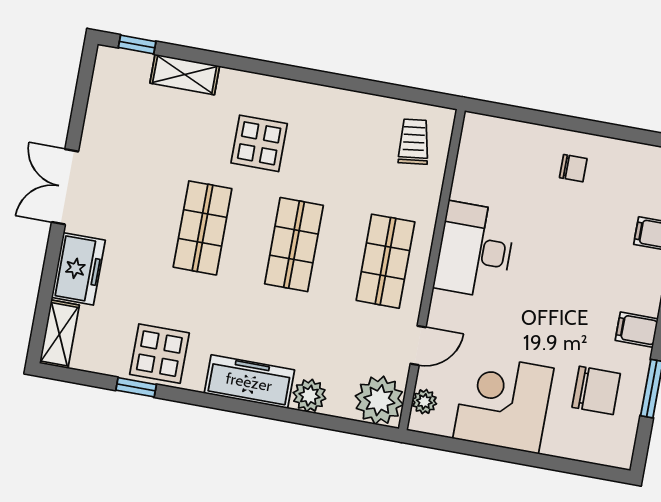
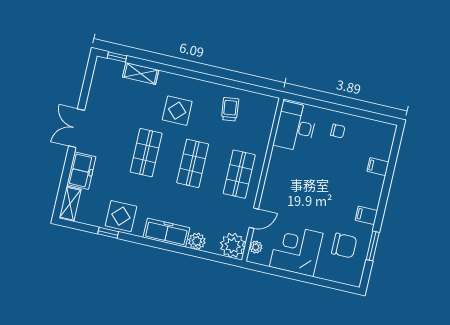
trolley: (414, 142) -> (230, 109), moved
desk: (475, 250) -> (295, 127), moved

